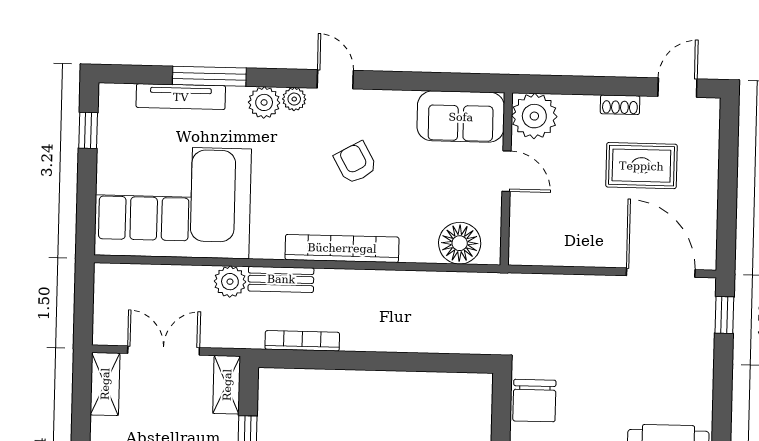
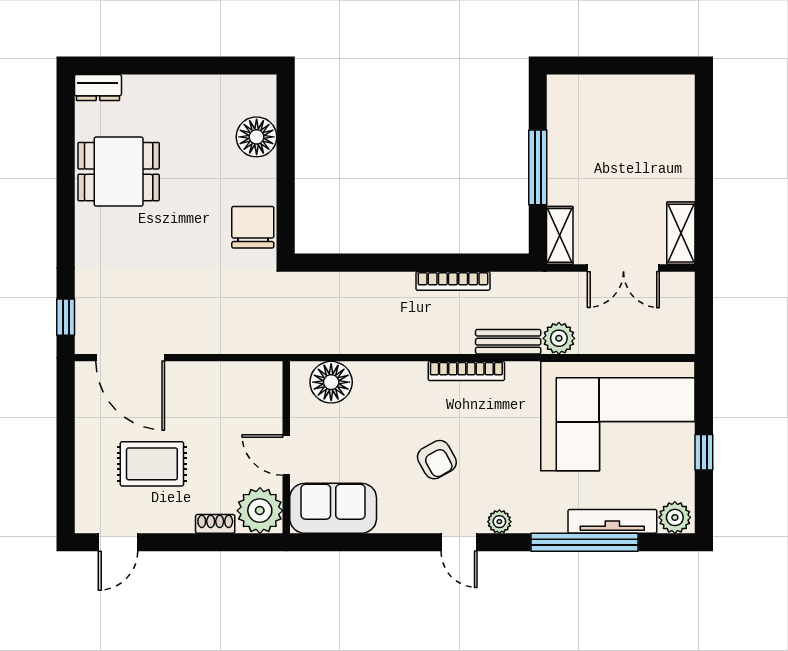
window: (209, 76) -> (584, 542), width x1.46
plant: (264, 102) -> (675, 517), moved
shoe rack: (620, 105) -> (215, 524), moved
window: (88, 130) -> (704, 452), moved
bookcase: (342, 248) -> (466, 371), width x0.68, depth x0.76
bookcase: (302, 341) -> (453, 281), moved

